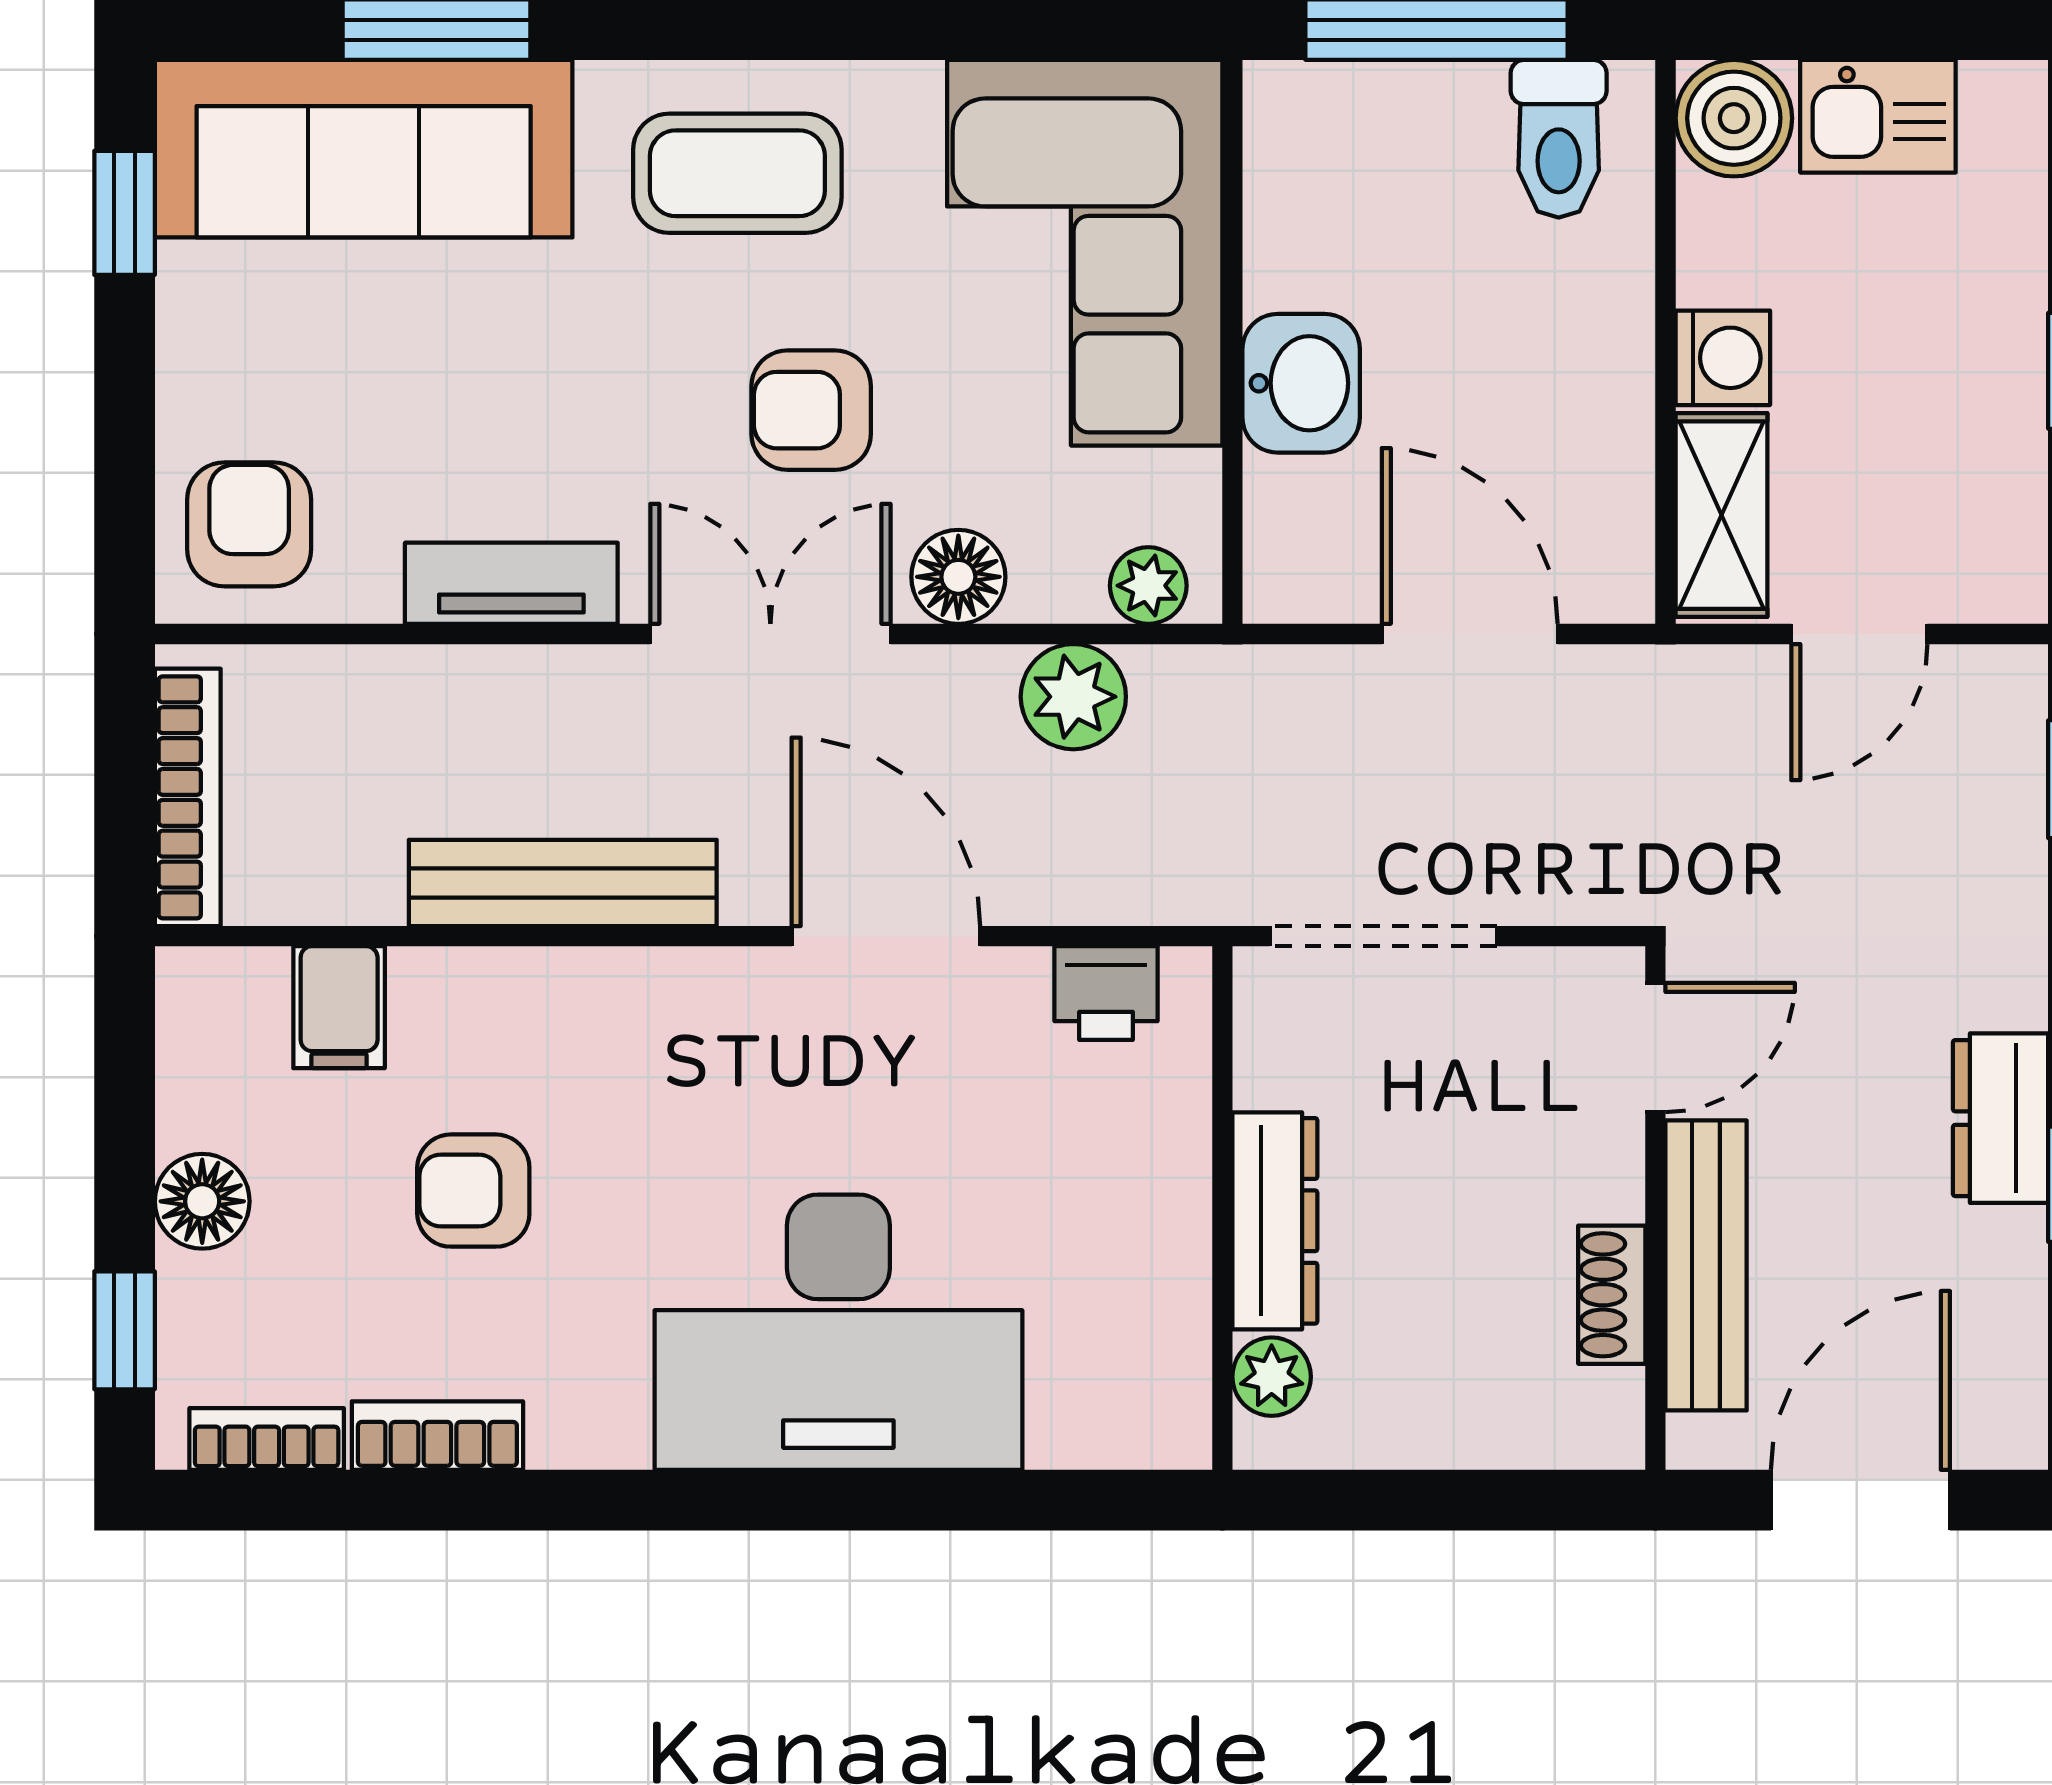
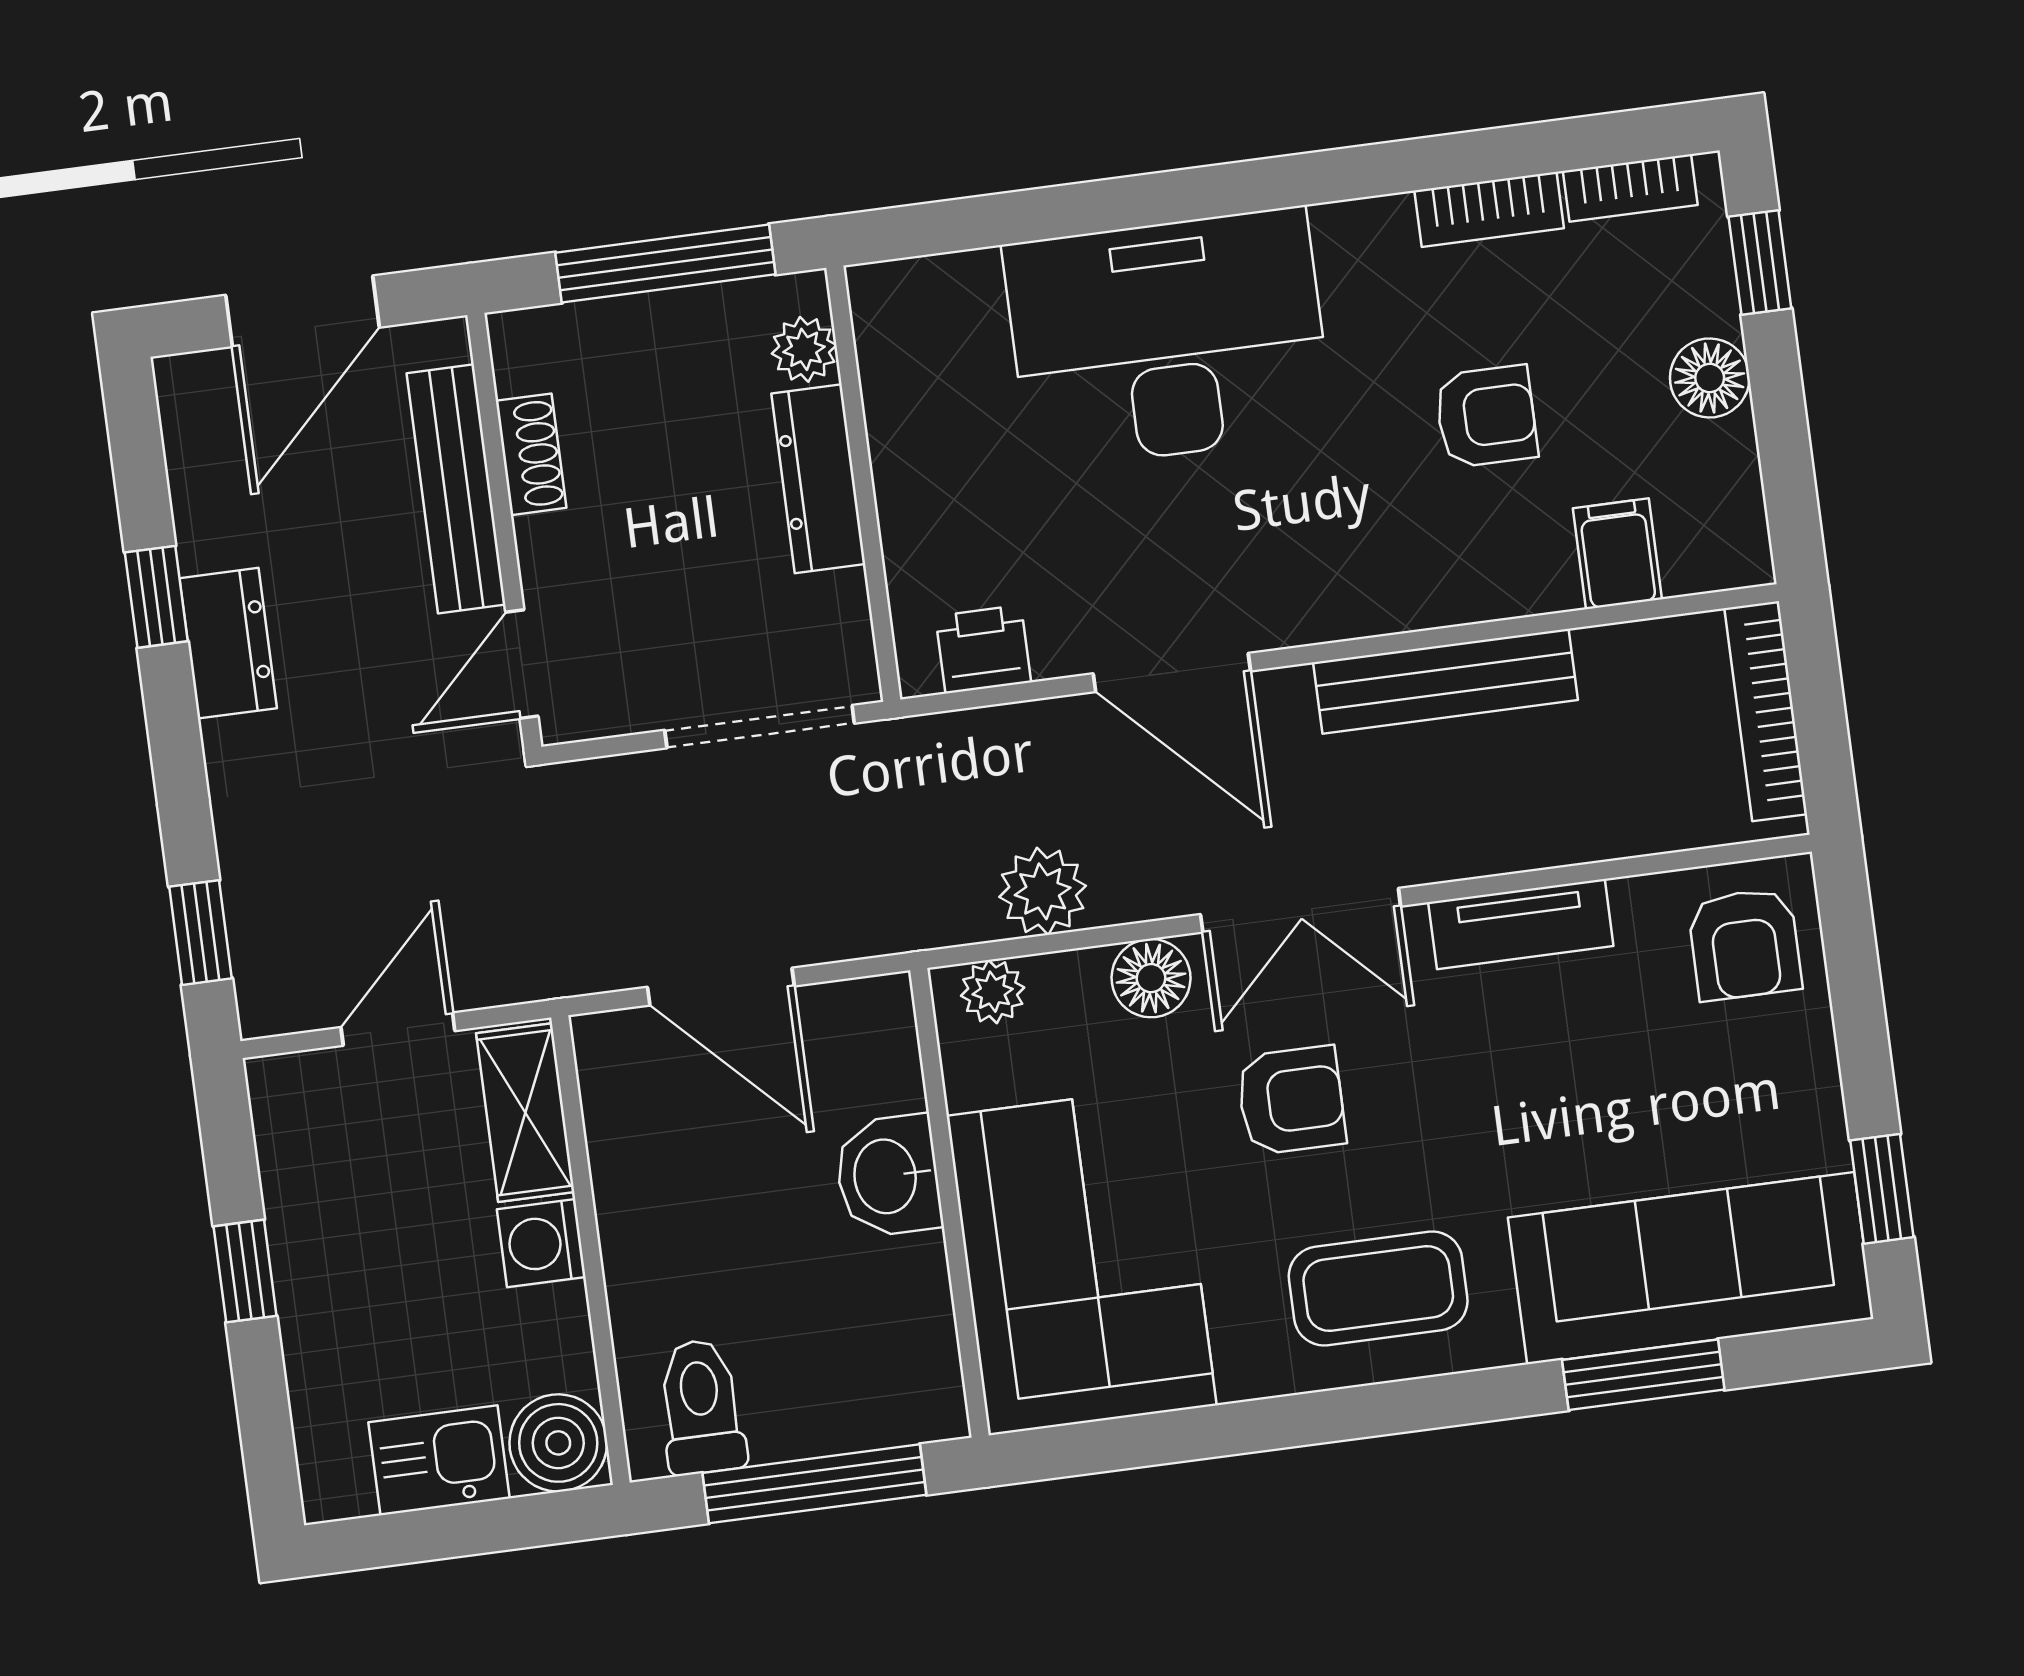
window: (1423, 1500) -> (665, 263), added

